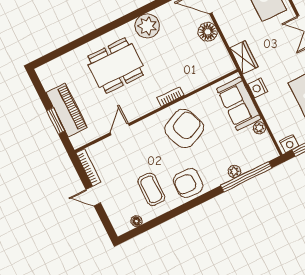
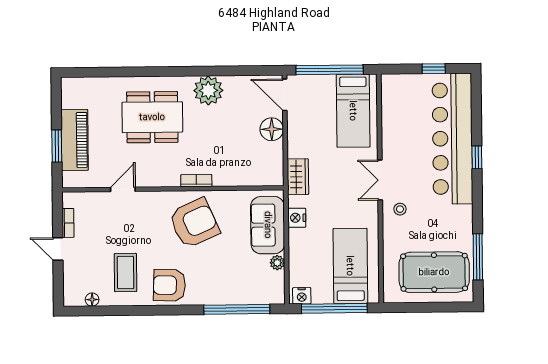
bookcase: (88, 167) -> (68, 223), width x0.64
plant: (234, 171) -> (227, 297), removed

